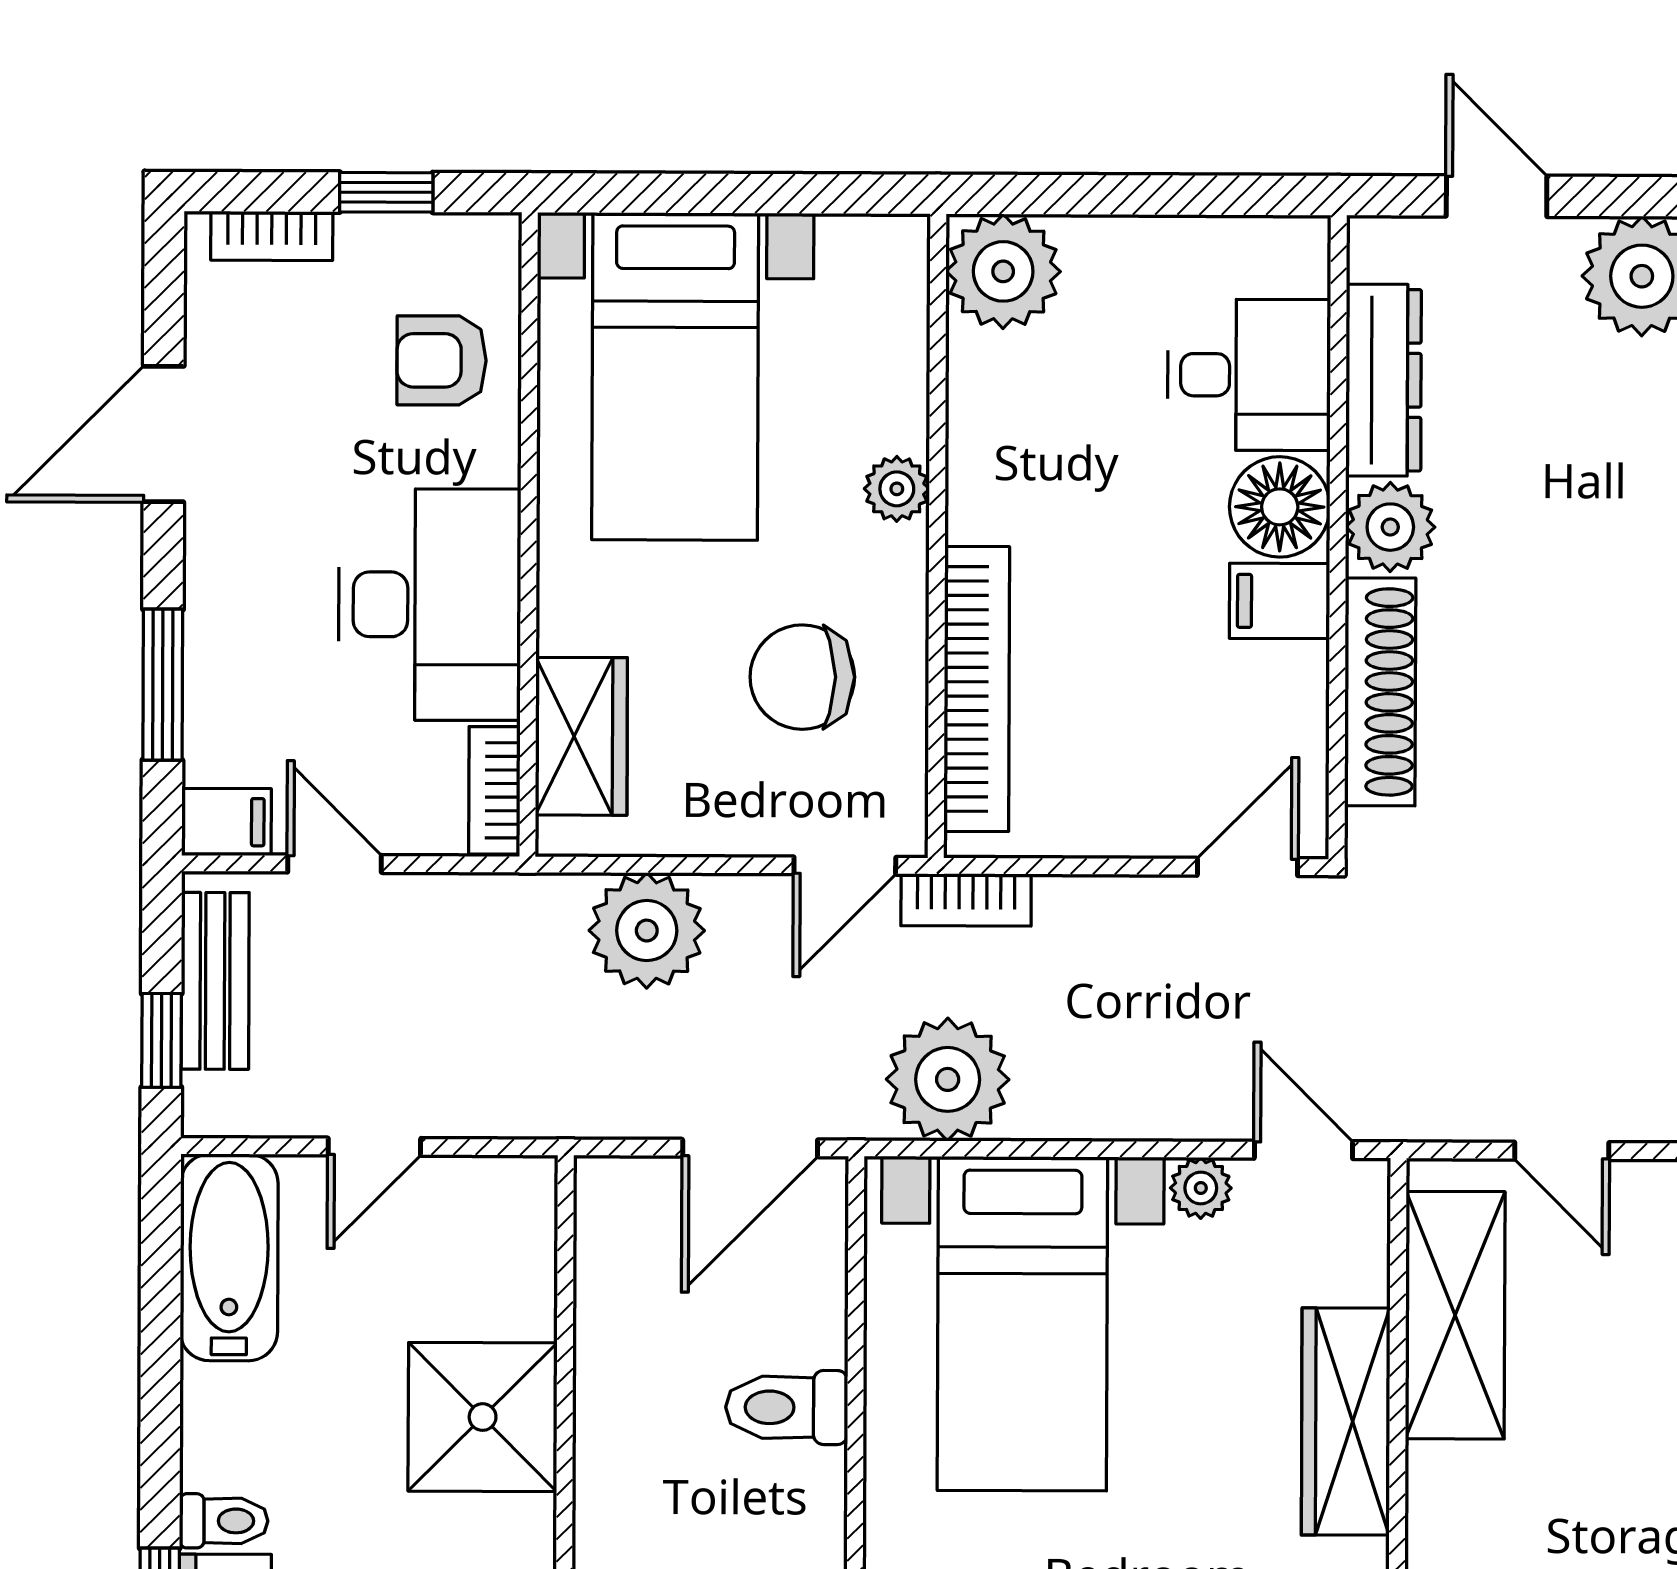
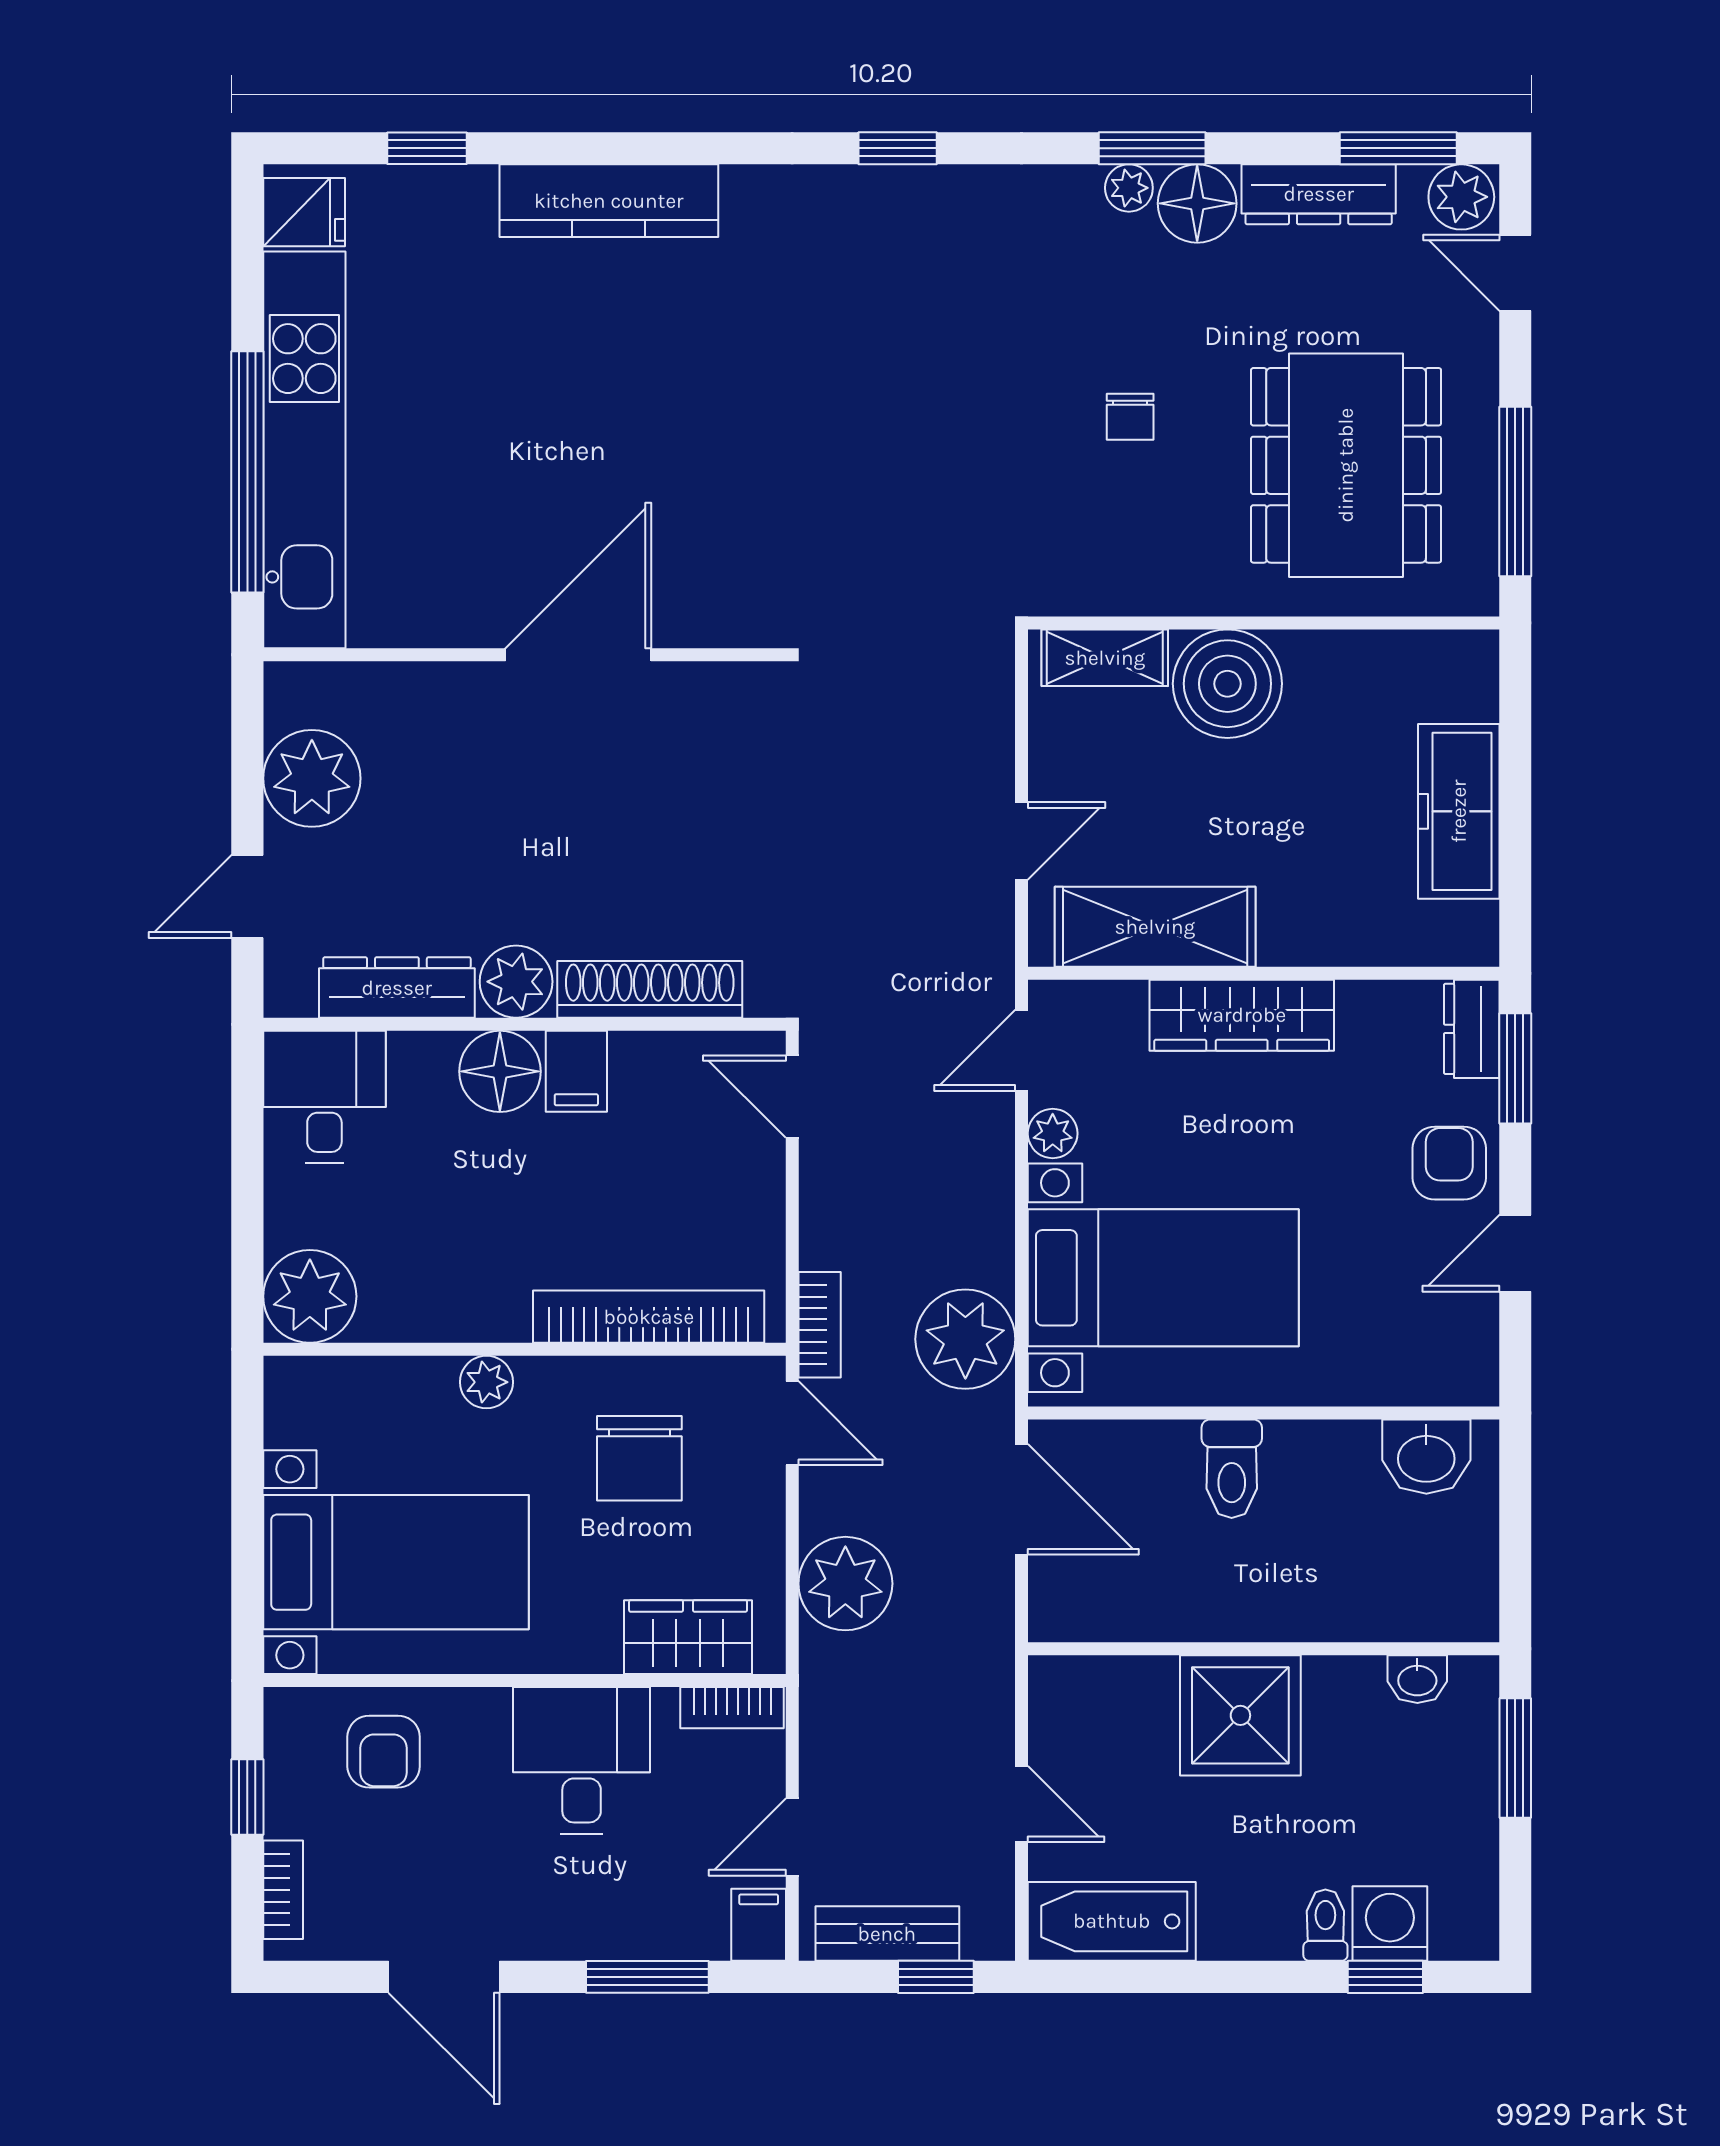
desk: (1249, 375) -> (324, 1097), moved
desk: (430, 604) -> (582, 1761), width x0.73

